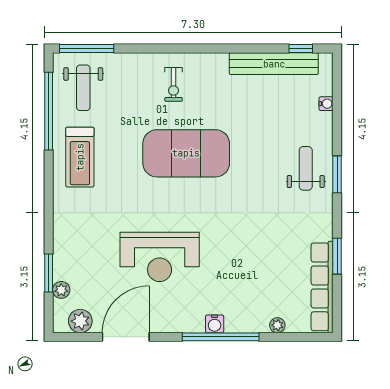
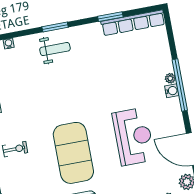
exercise mat: (186, 153) -> (73, 153), moved
weight bench: (306, 168) -> (55, 49), turned 180
plant: (277, 325) -> (170, 78), moved

